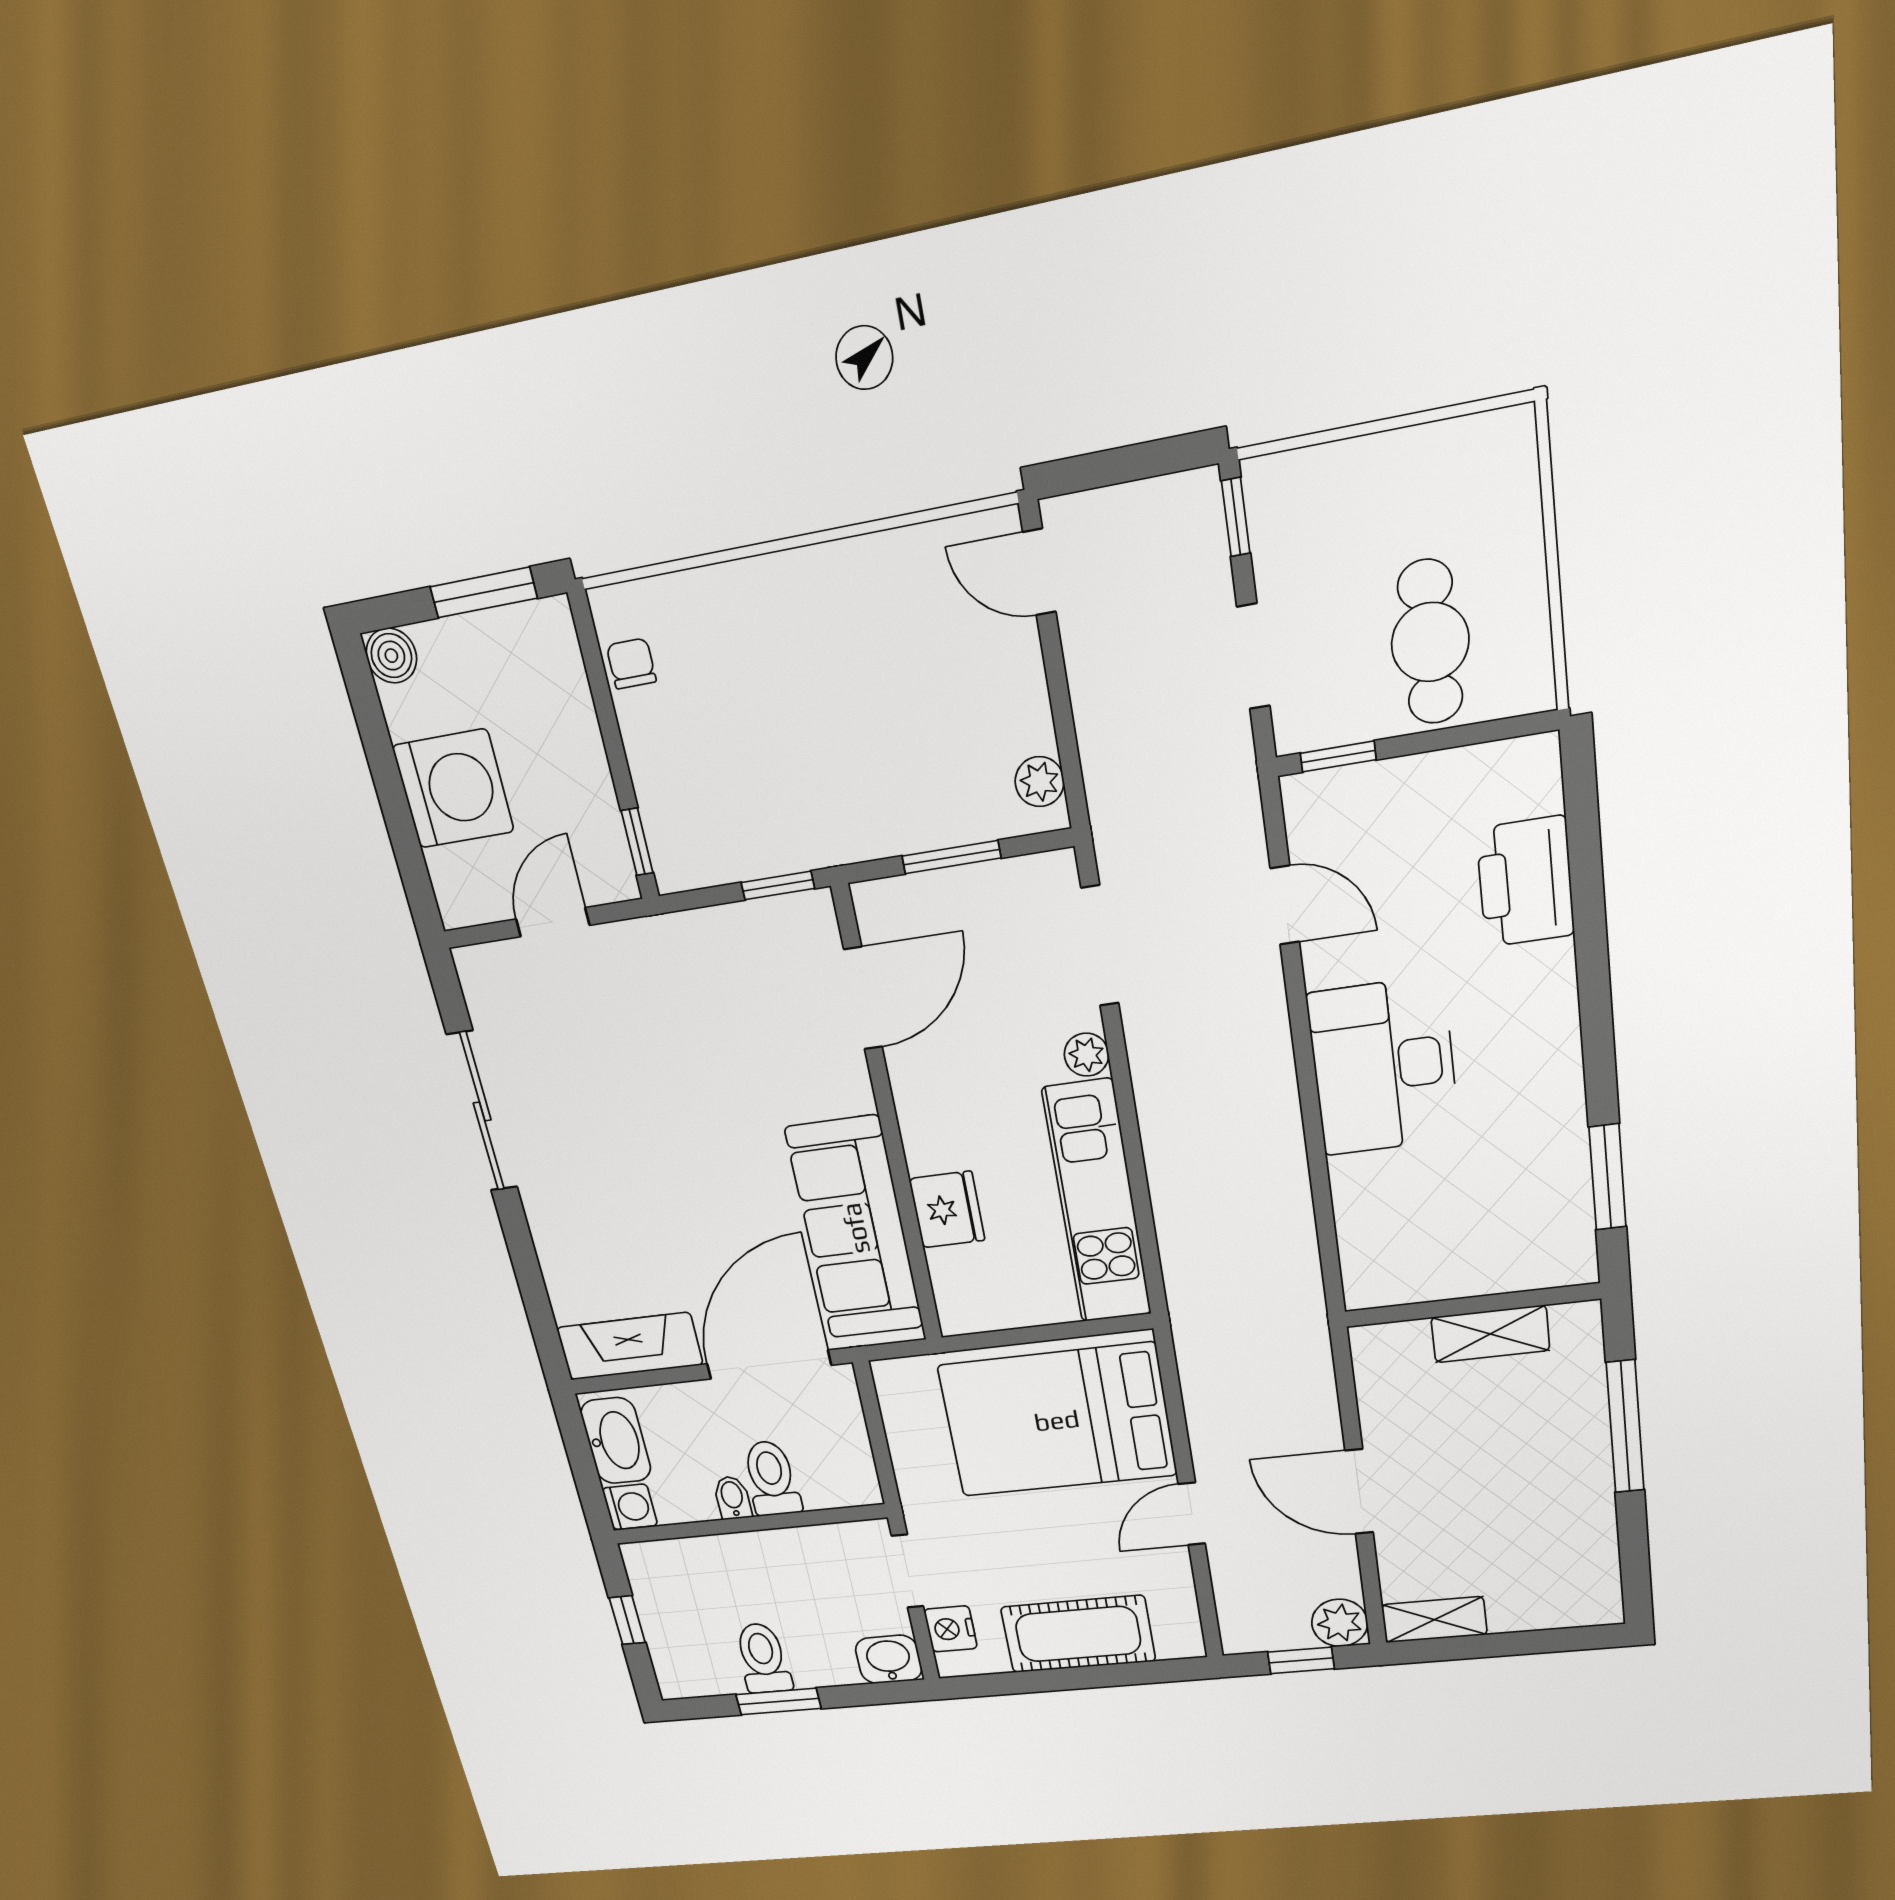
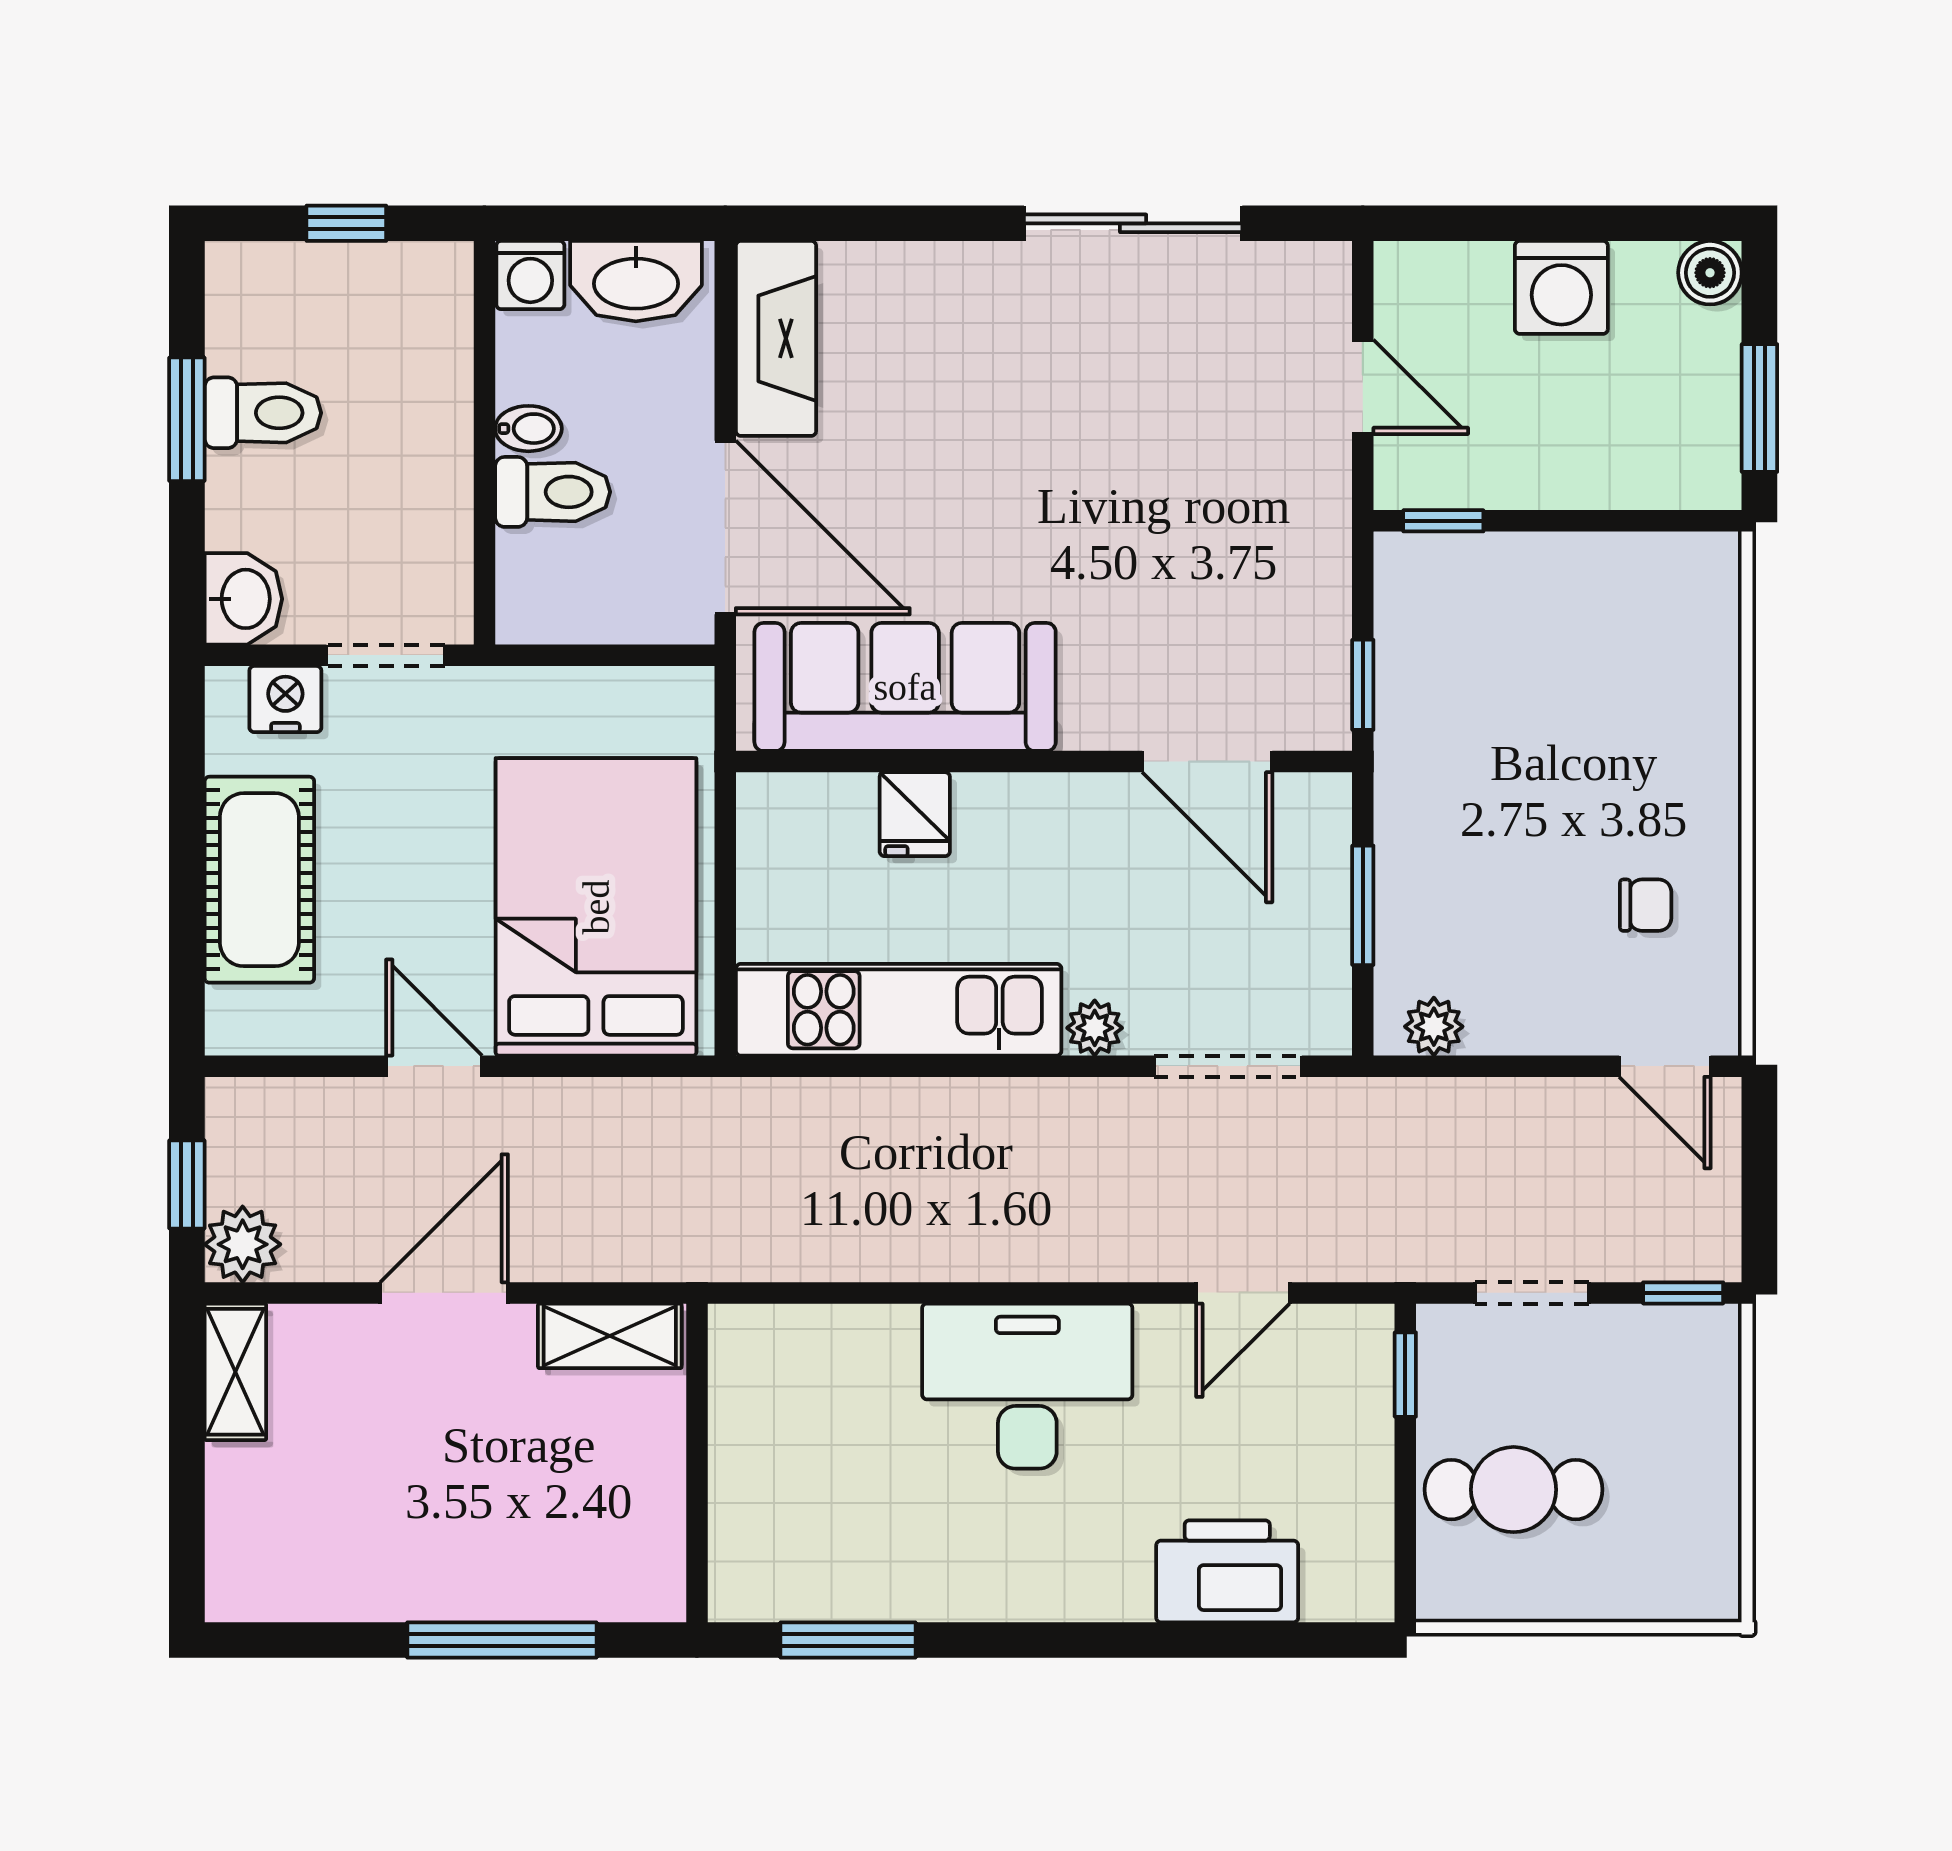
door: (1039, 572) -> (1665, 1066), swing flipped
chair: (631, 663) -> (1646, 905), moved
washing machine: (453, 789) -> (1561, 287), width x0.73, depth x0.73
fridge: (947, 1210) -> (915, 814), width x0.72
shelving: (1490, 1334) -> (610, 1336), moved, turned 90

